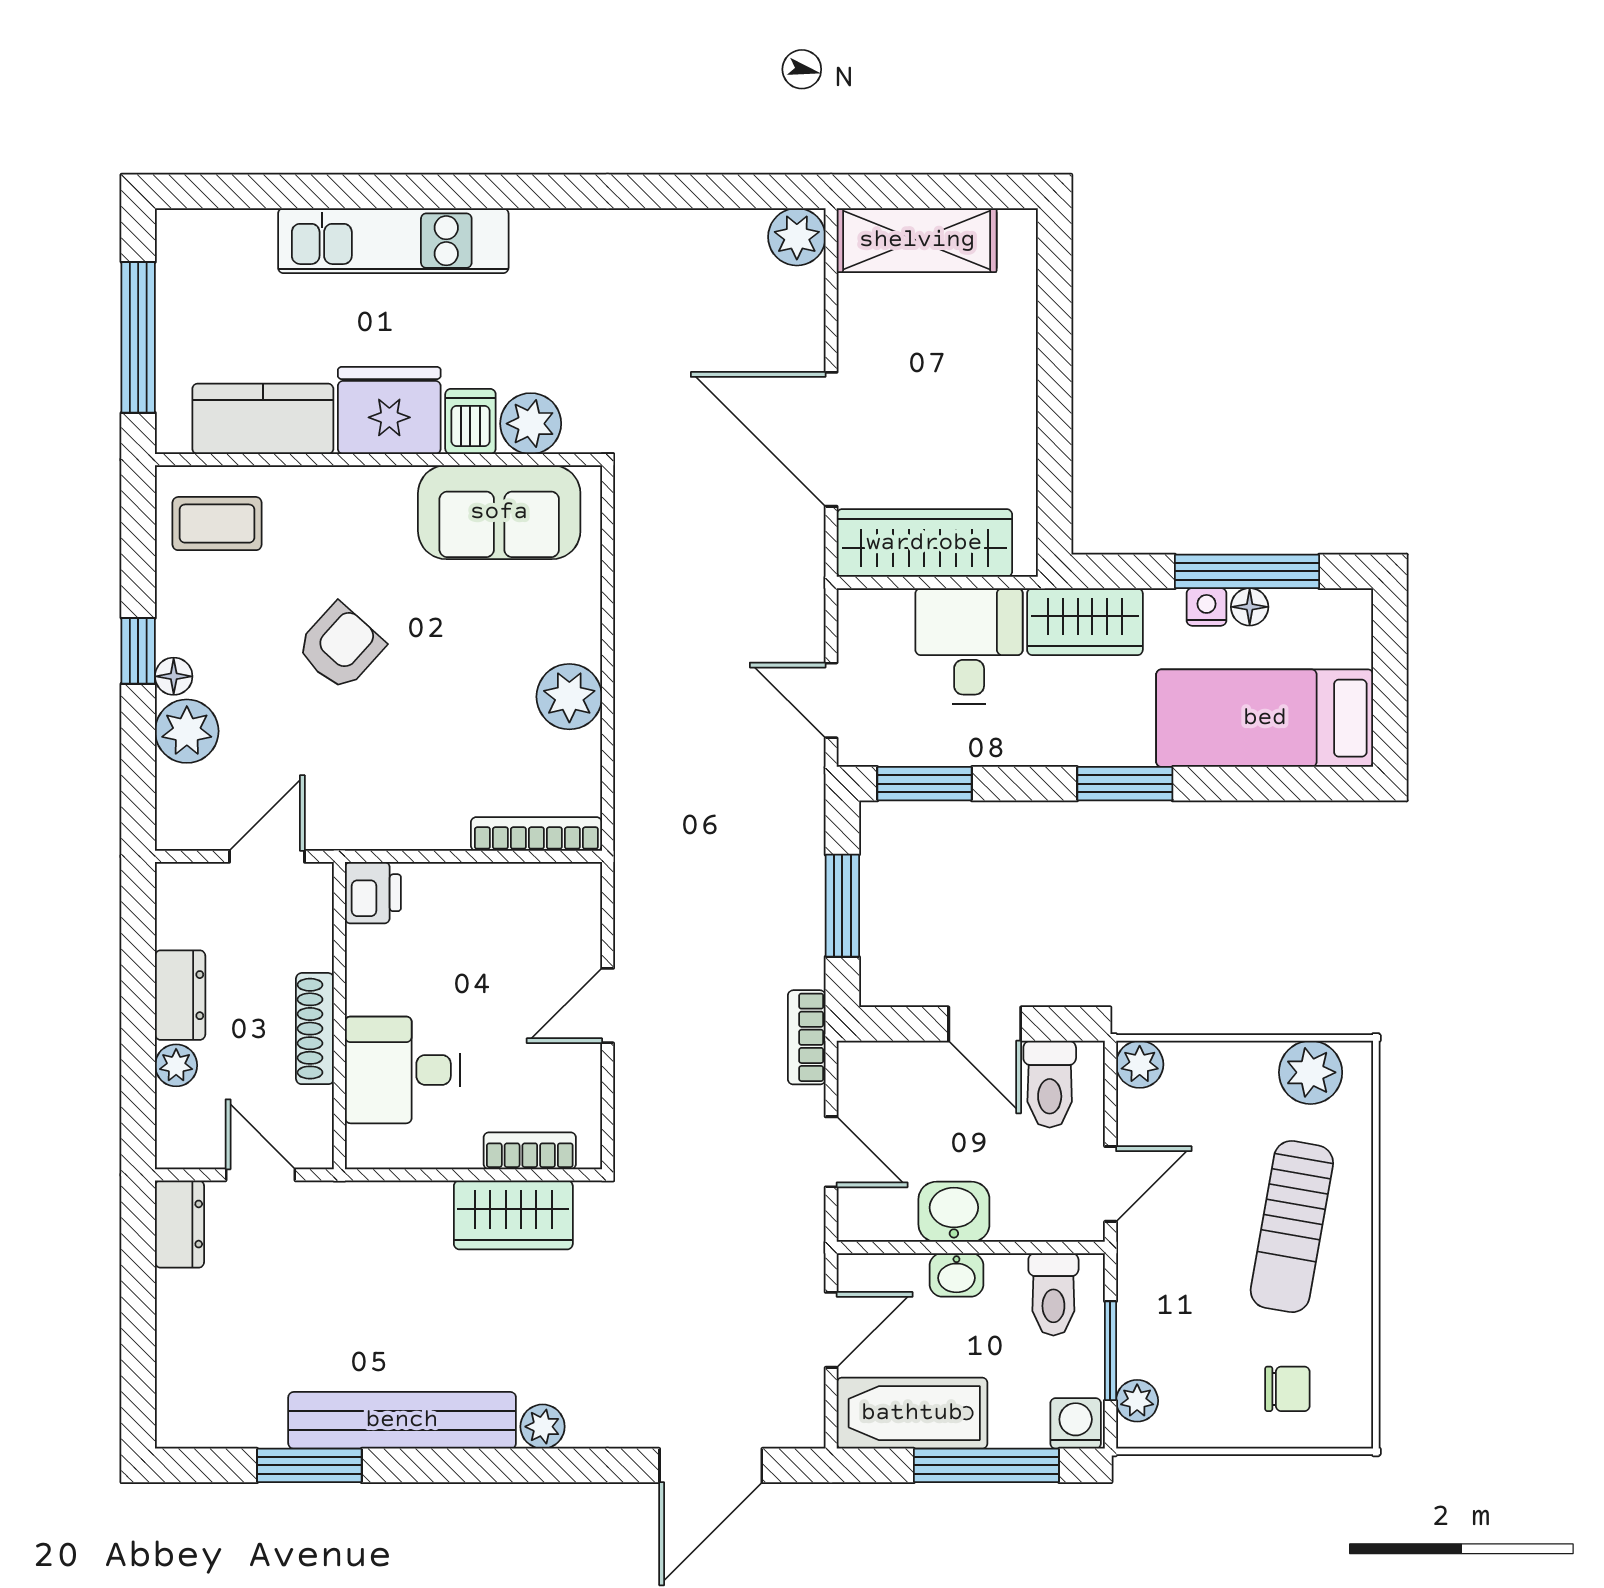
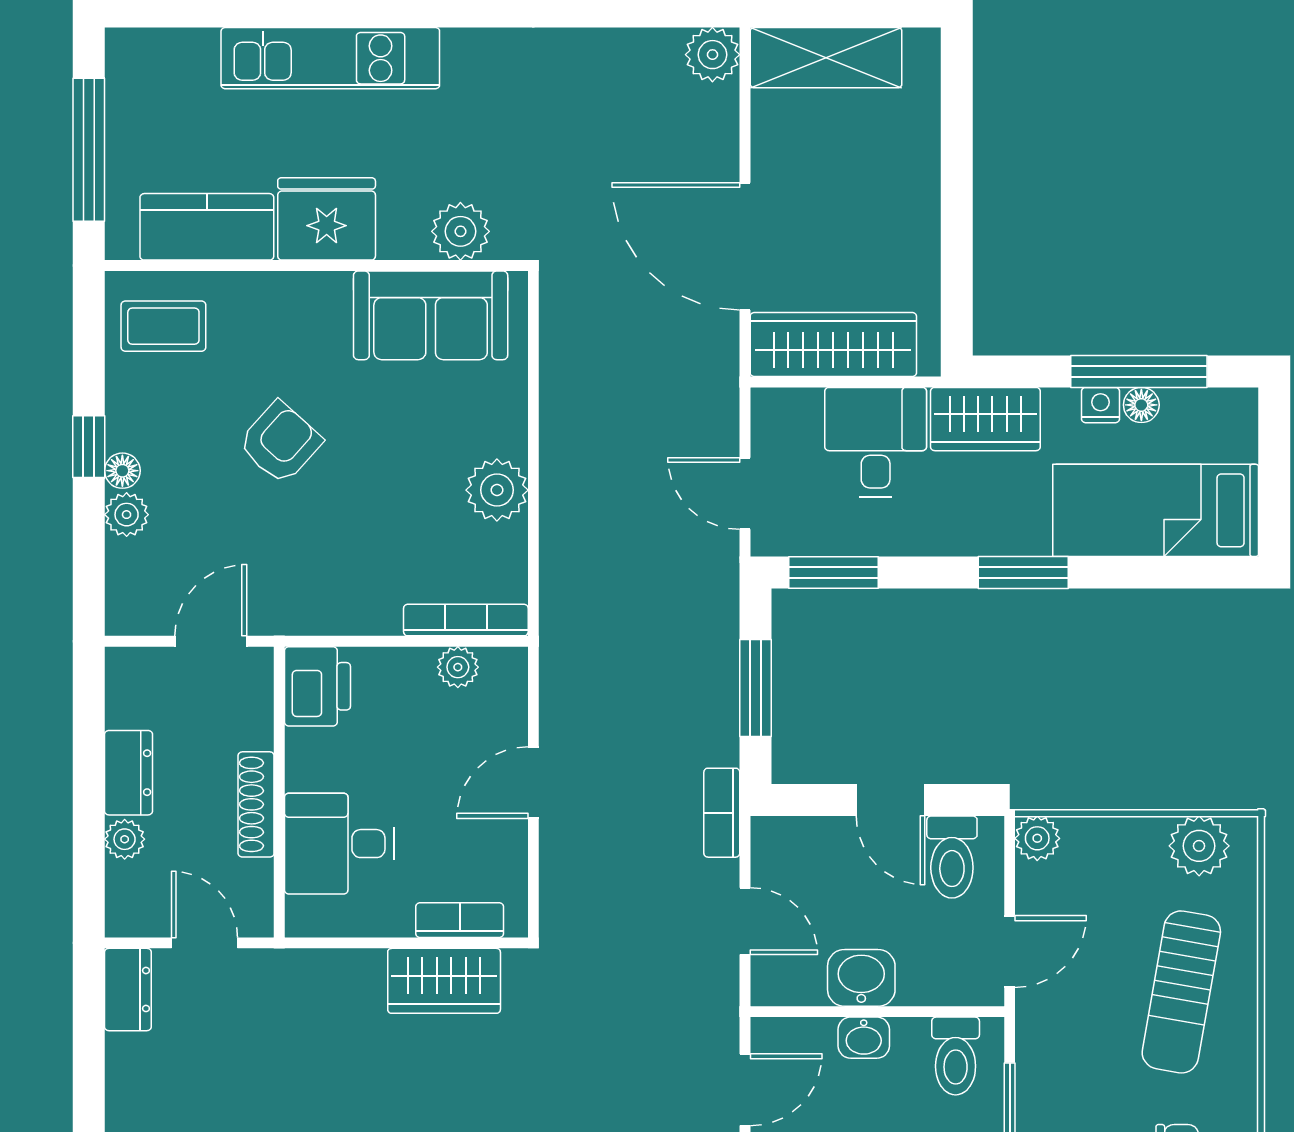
dishwasher: (470, 421) -> (403, 229), removed
plant: (187, 731) -> (127, 515), width x0.73, depth x0.73
plant: (528, 884) -> (458, 667), added
printer: (373, 893) -> (317, 686), width x1.36, depth x1.24

